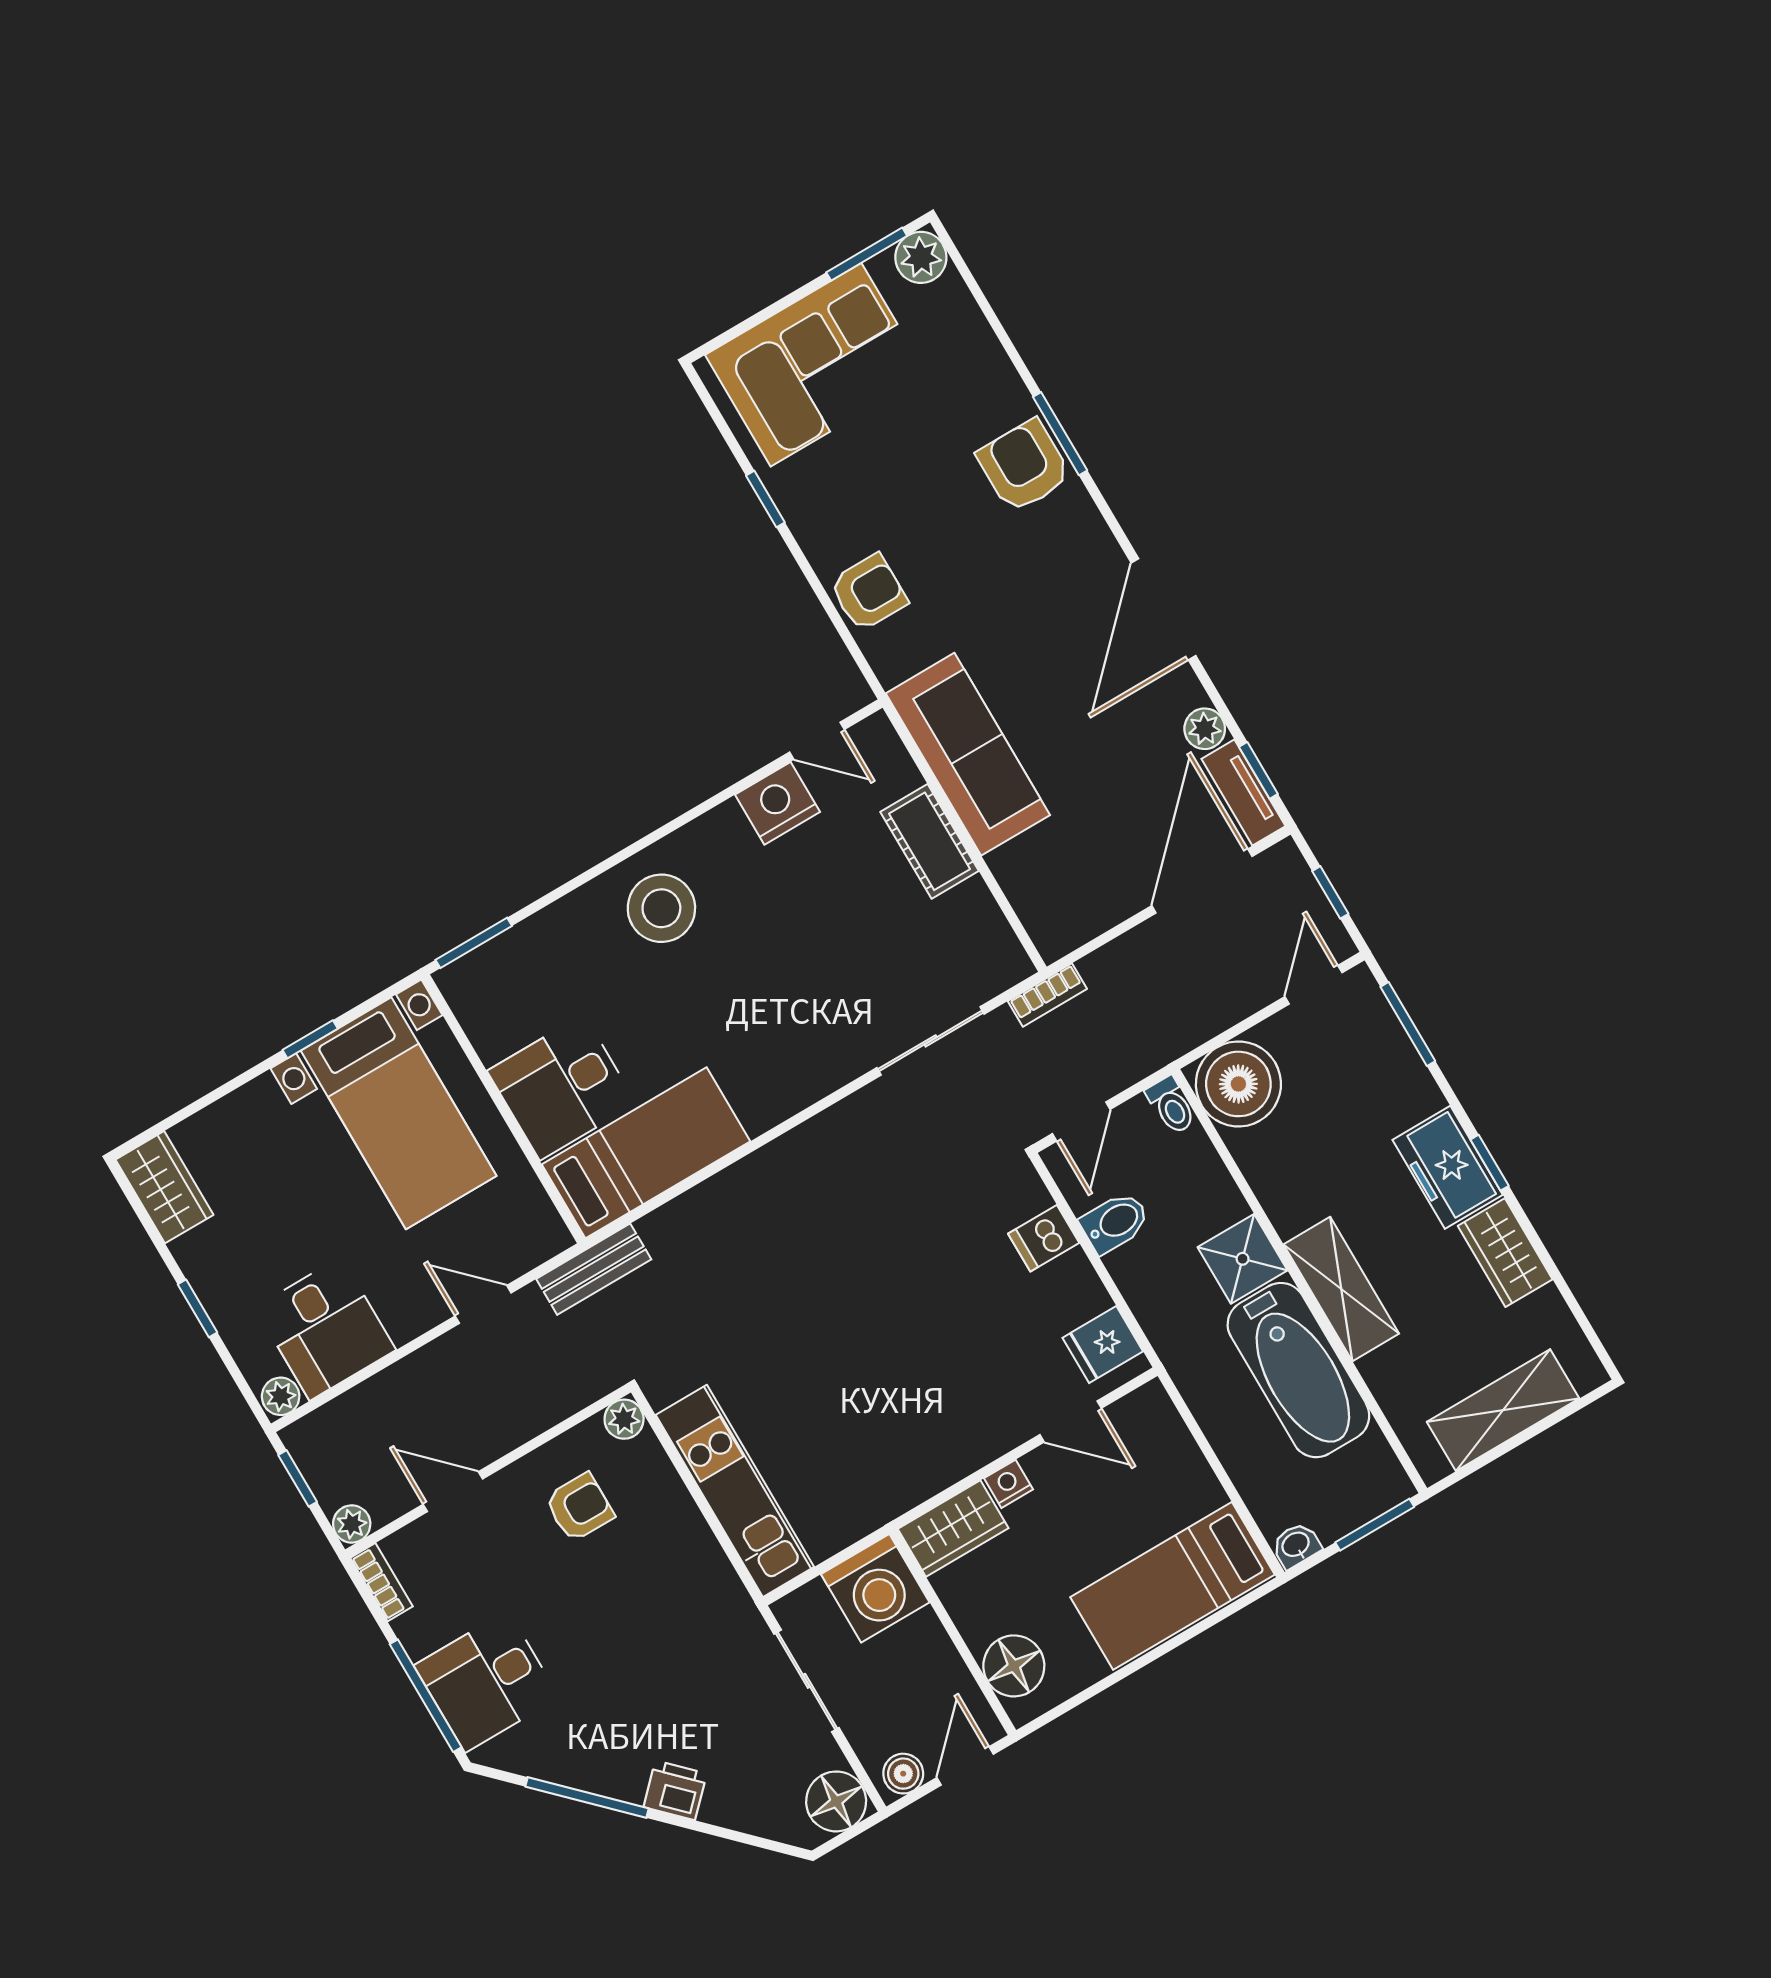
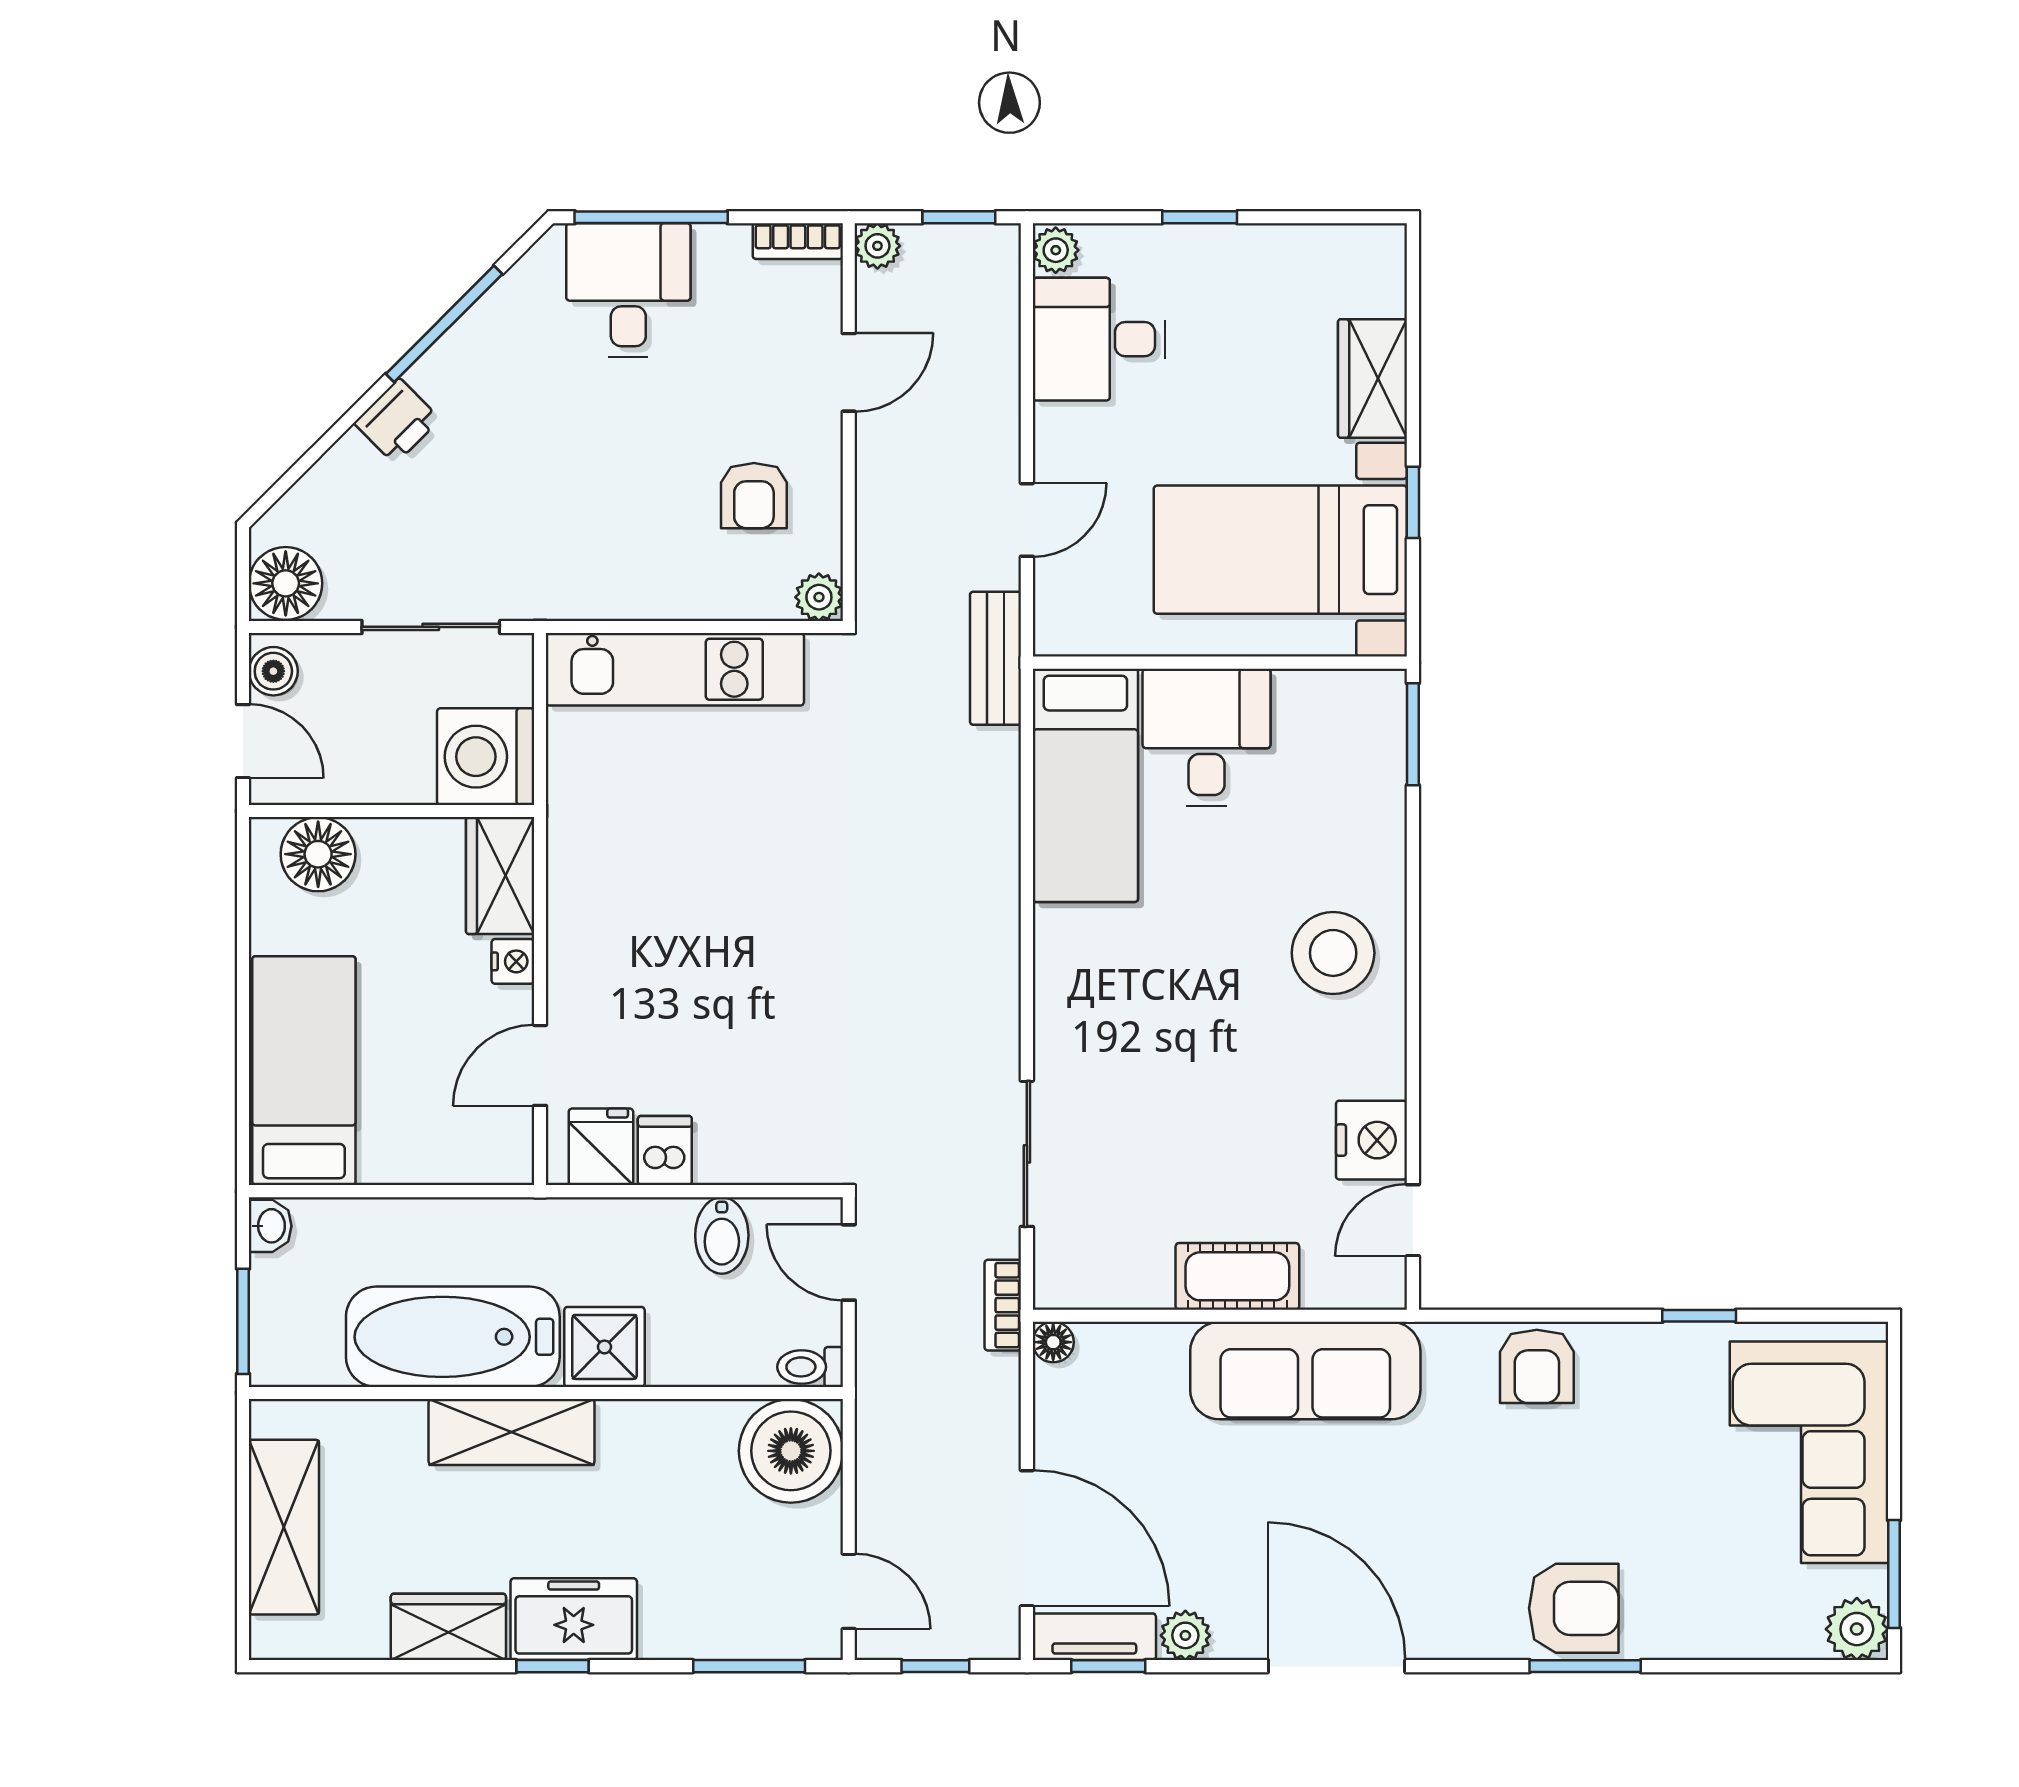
floor lamp: (1053, 944) -> (1053, 1342), added
wardrobe: (164, 1187) -> (1373, 378), moved, turned 90
dishwasher: (1044, 1238) -> (665, 1150), moved

